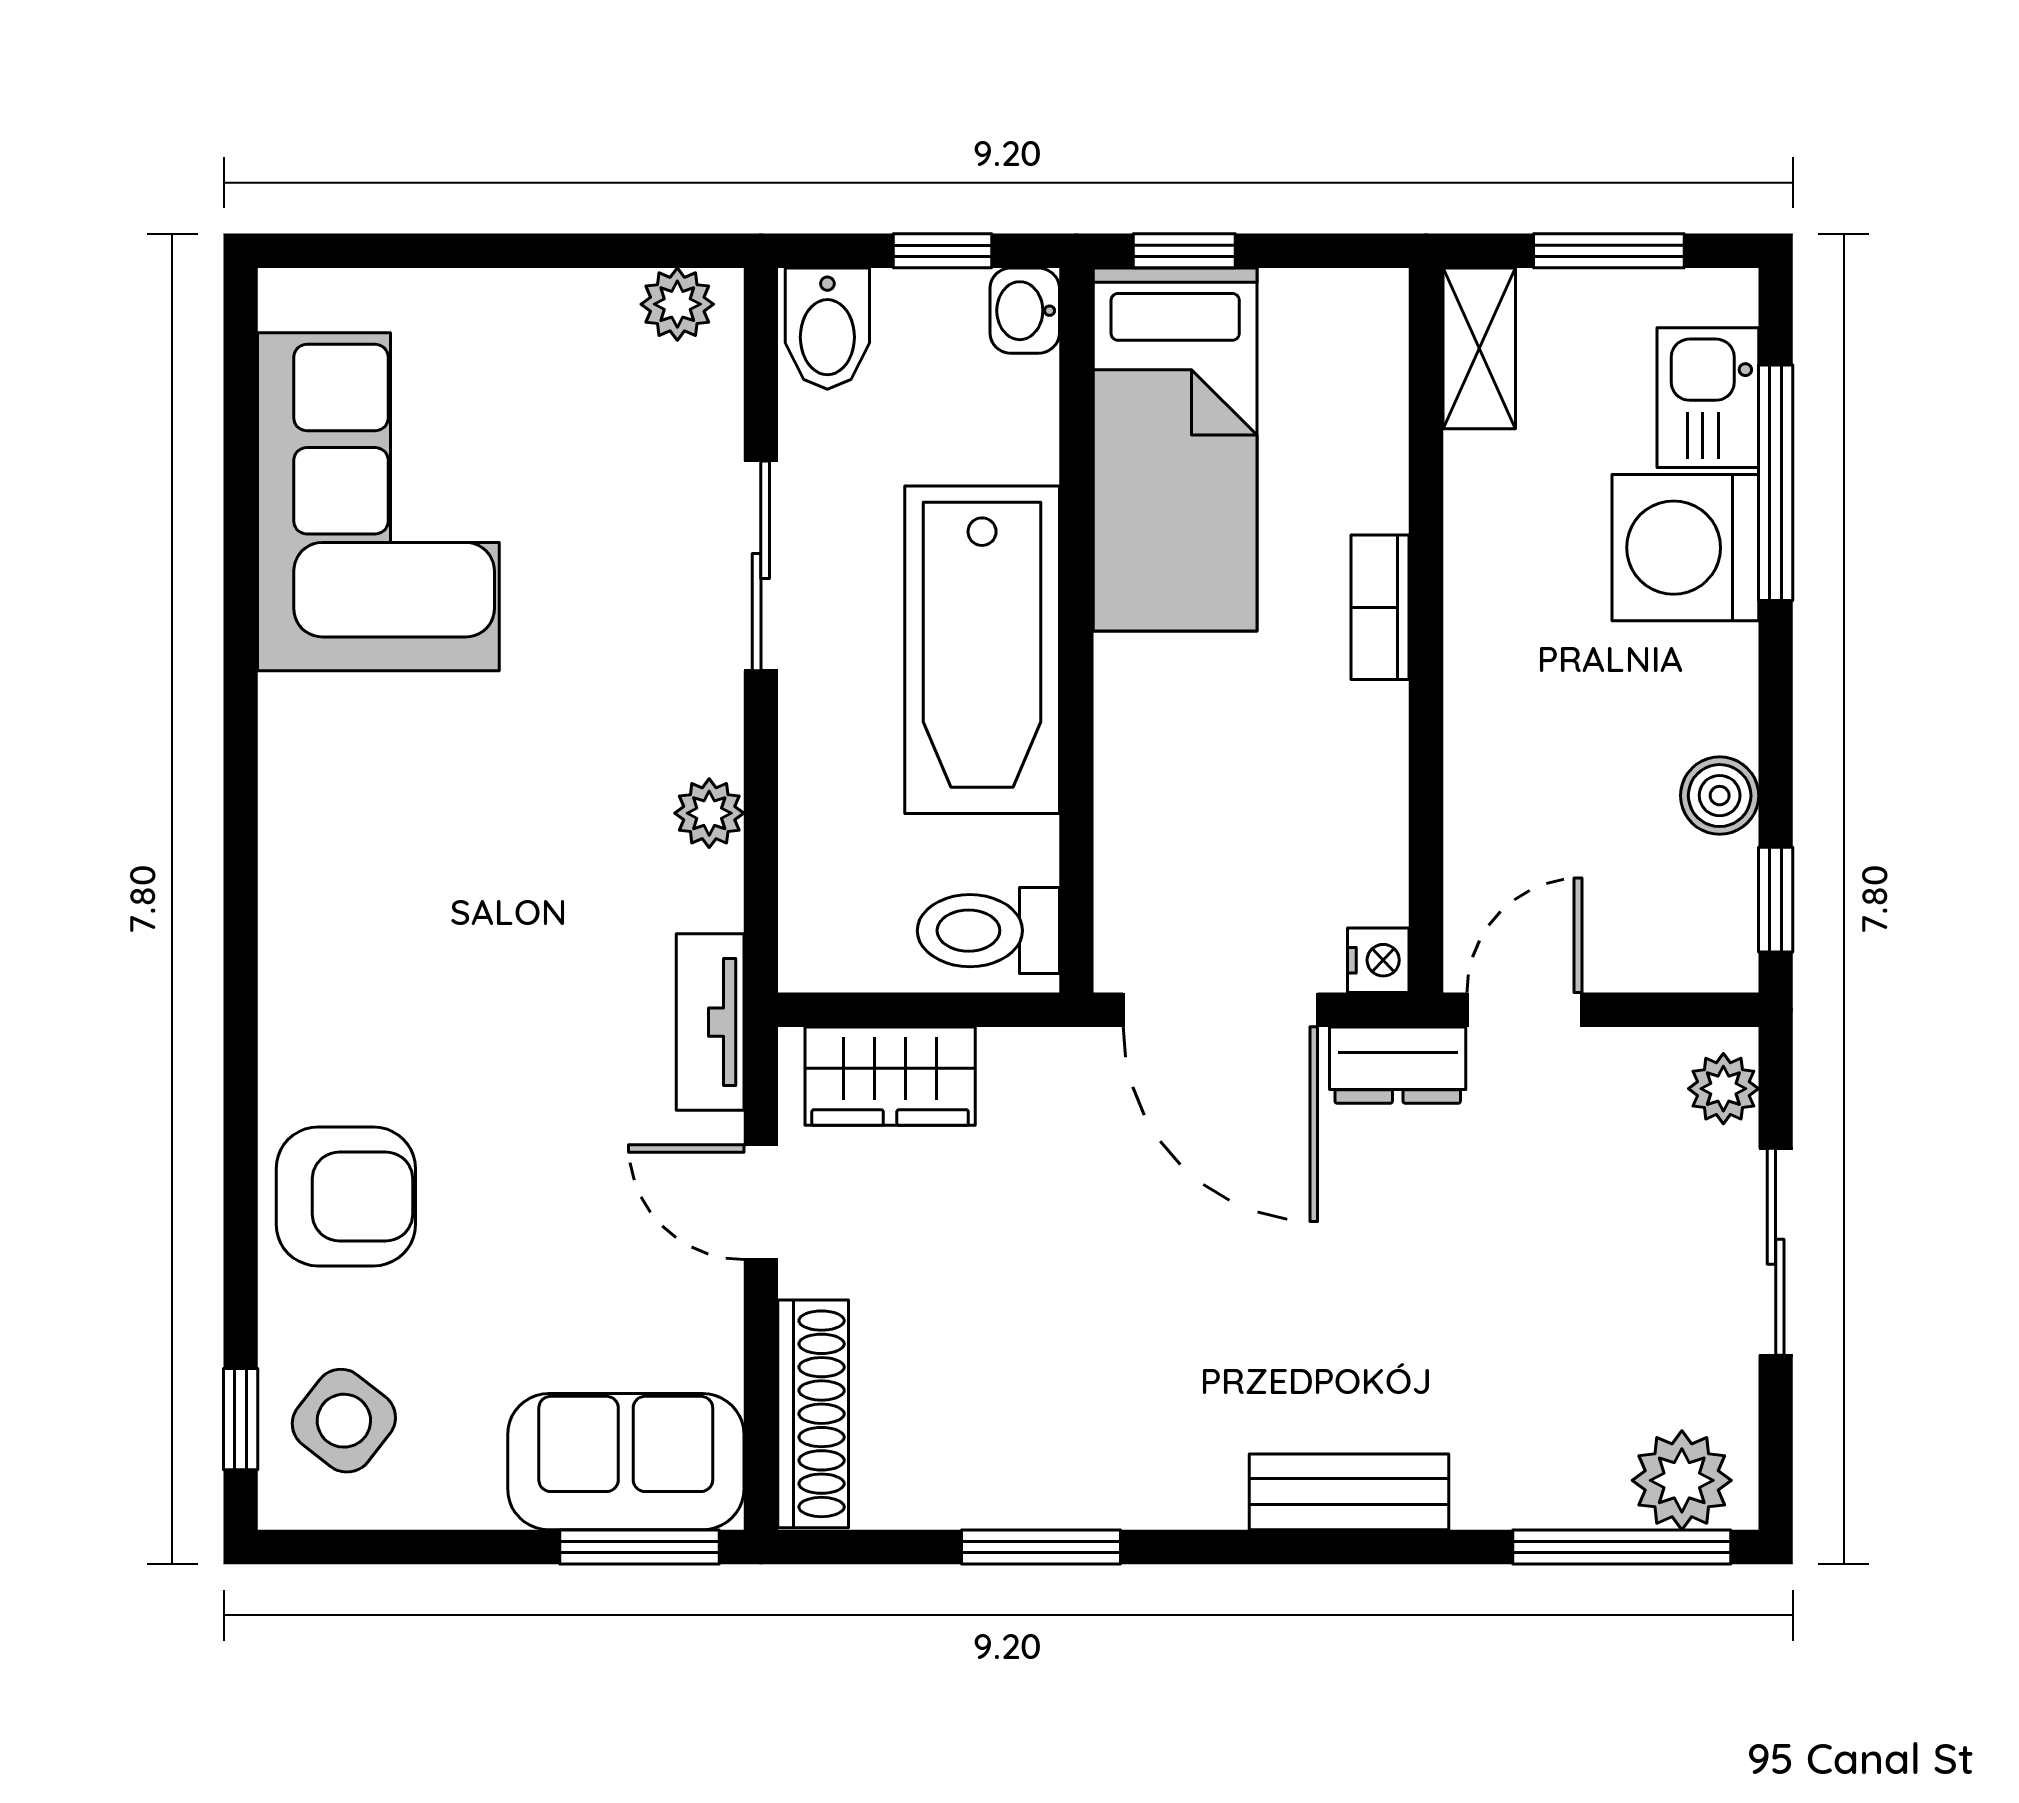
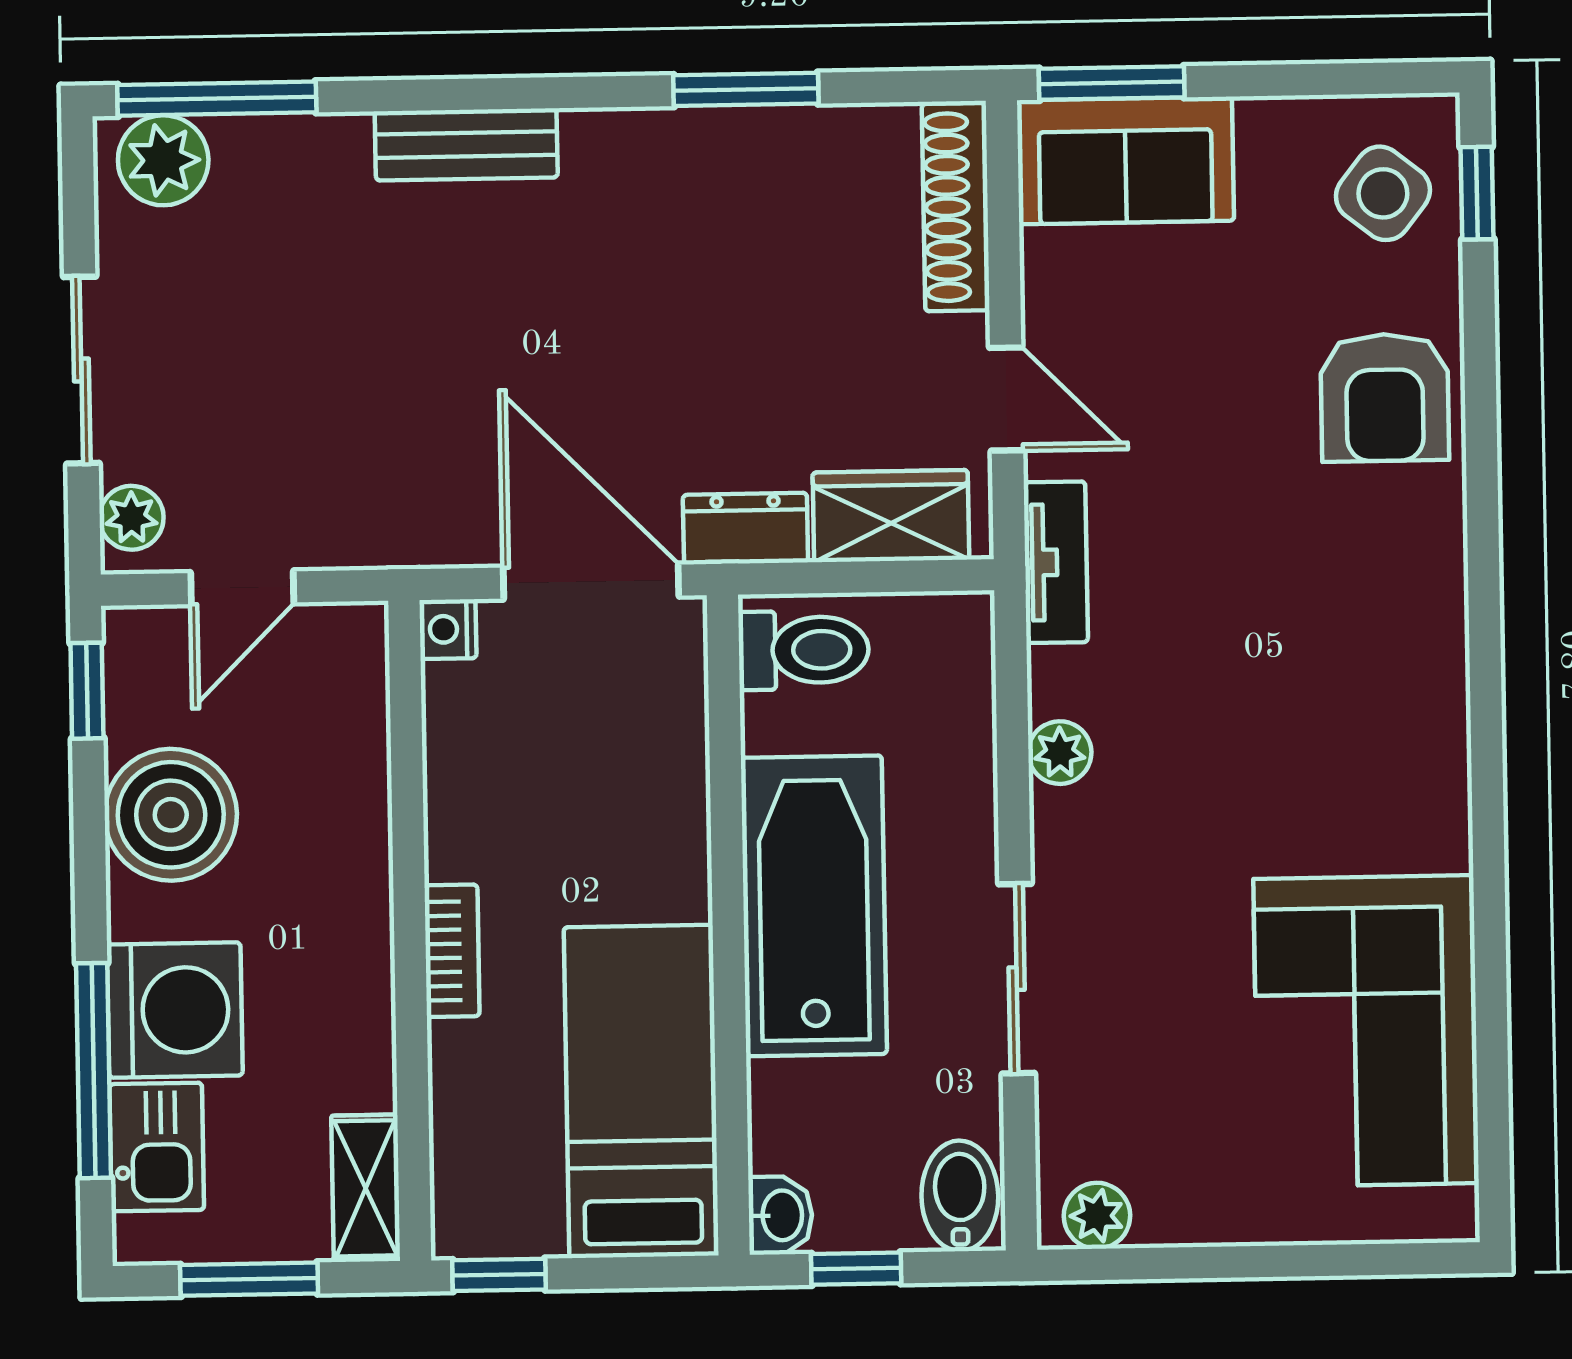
window: (1184, 251) -> (499, 1275), moved
boiler: (1720, 796) -> (171, 815), width x1.86, depth x1.86
door: (1524, 1010) -> (242, 588), moved
dresser: (1398, 1065) -> (745, 529), moved
armchair: (346, 1196) -> (1385, 398), turned -90

